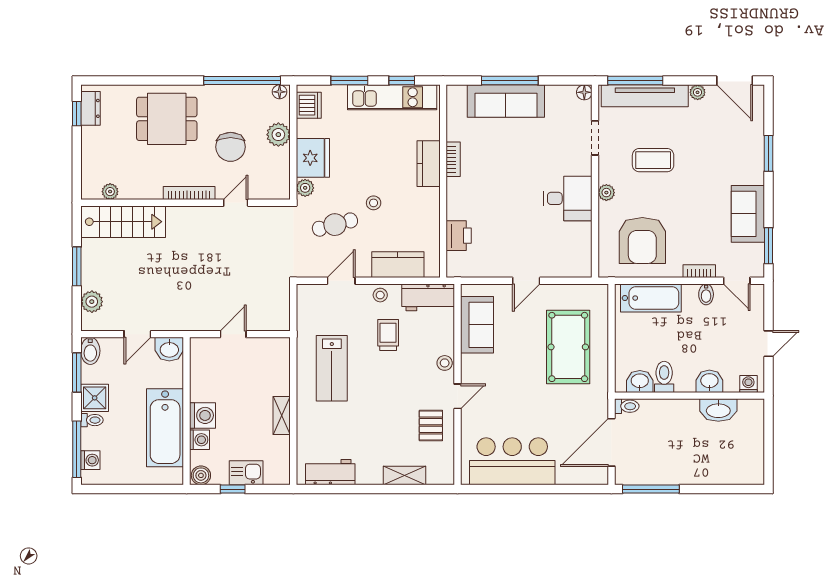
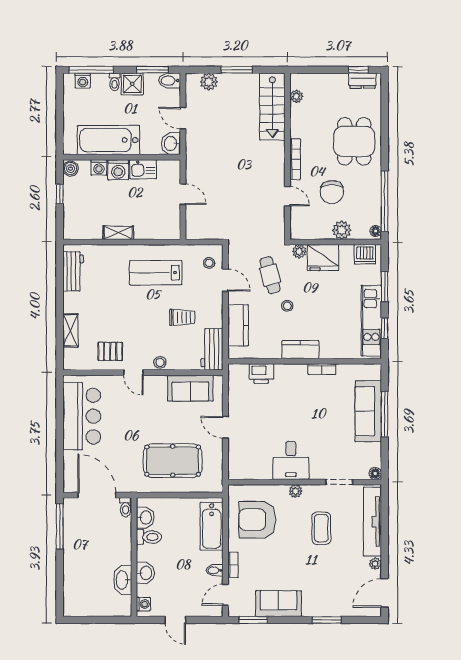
window: (635, 81) -> (385, 514), removed
chair: (231, 147) -> (332, 192), turned -90
kitchen counter: (429, 164) -> (300, 350), moved
stool: (380, 295) -> (209, 263), moved
kitchen sink: (246, 473) -> (143, 169), moved, turned 90

